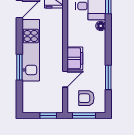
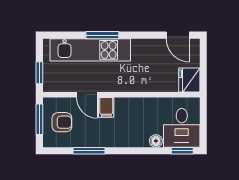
kitchen unit: (31, 50) -> (90, 50), moved
filing cabinet: (75, 58) -> (106, 107), width x0.50
armchair: (86, 98) -> (62, 122), turned 90

